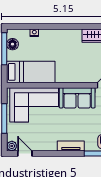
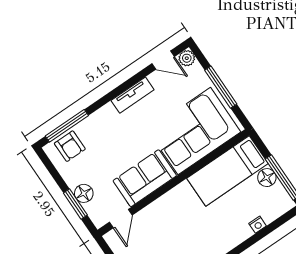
floor lamp: (13, 44) -> (267, 178), moved
tv unit: (71, 146) -> (133, 95), moved

